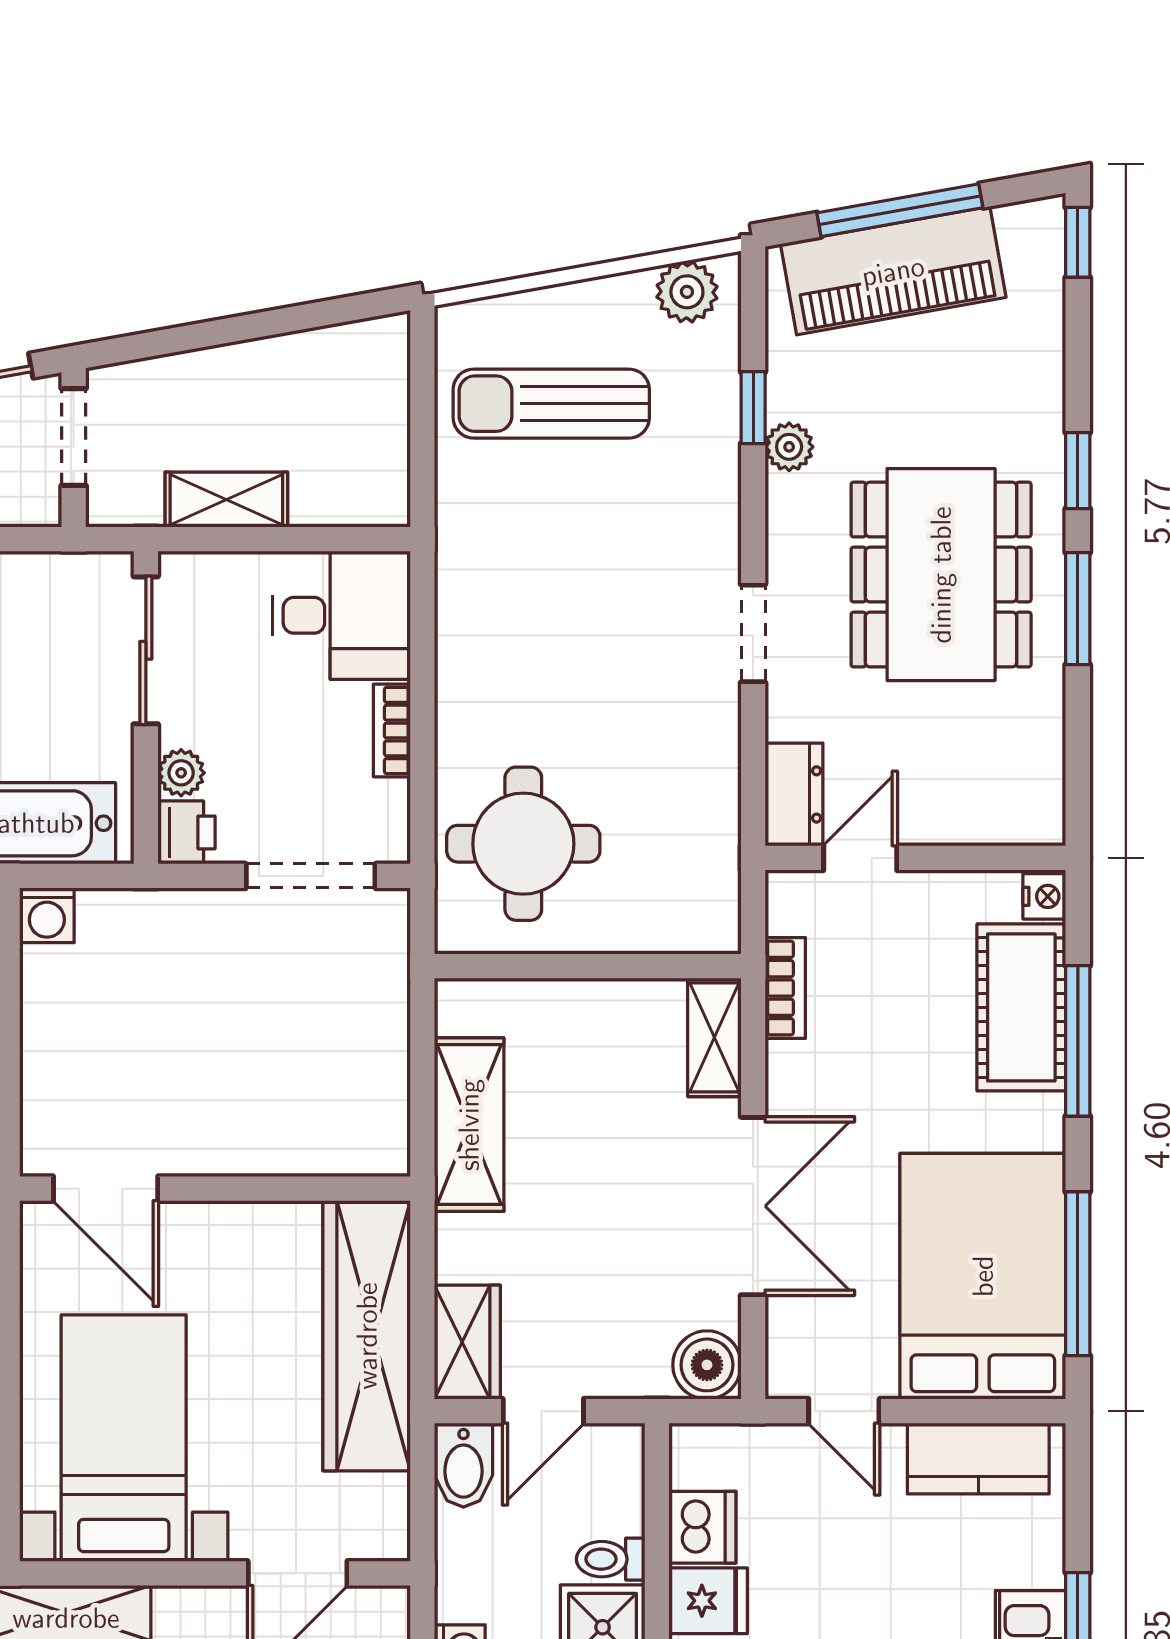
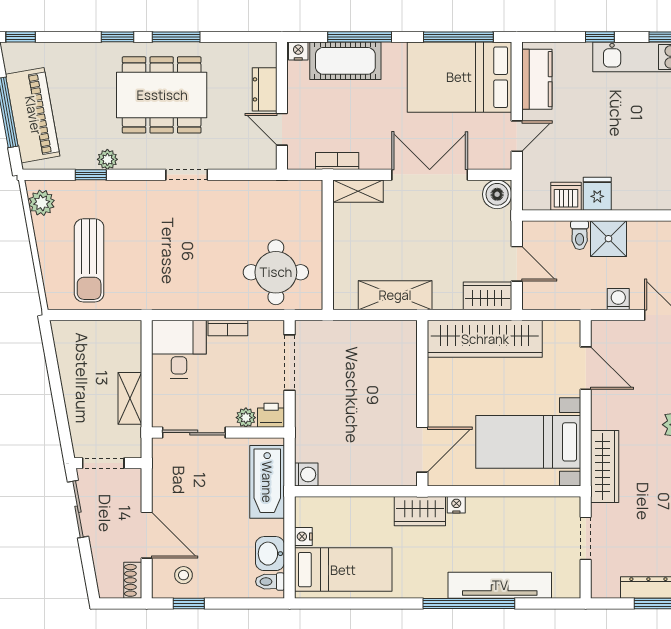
dresser: (794, 794) -> (265, 89), moved, turned -90
bidet: (463, 1465) -> (540, 298), removed

